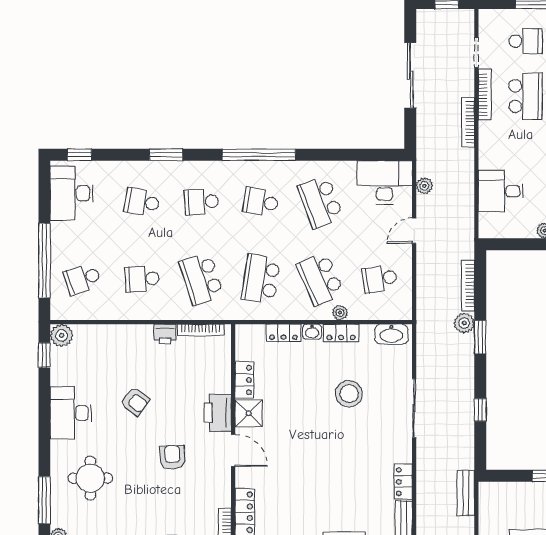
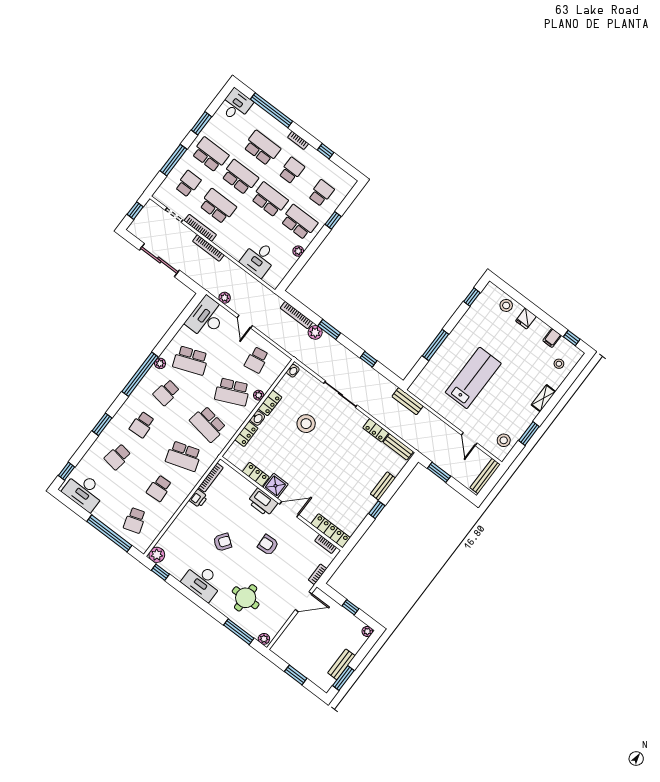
plant: (289, 168) -> (160, 363), added
washbasin: (391, 334) -> (293, 371), width x0.52, depth x0.69

